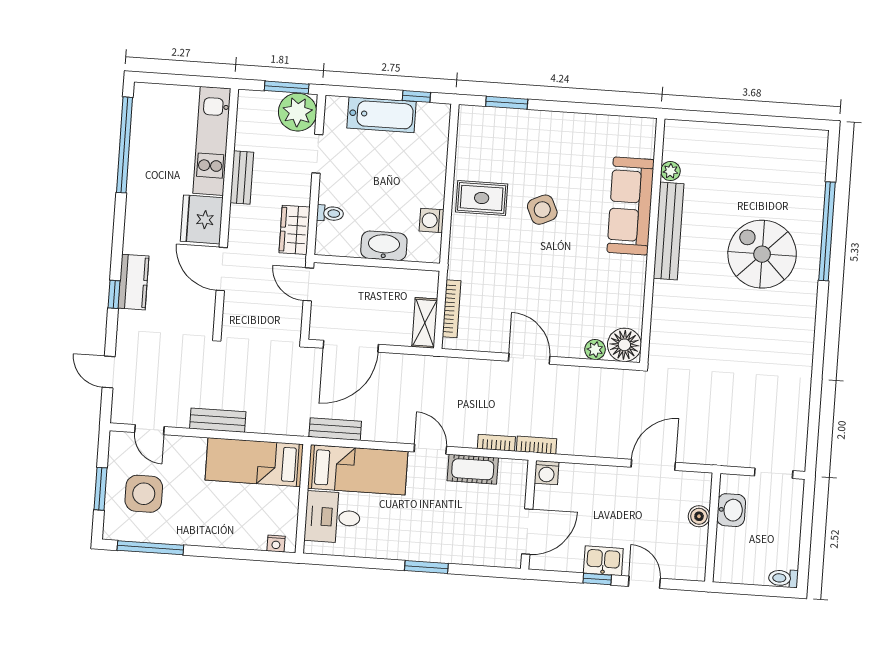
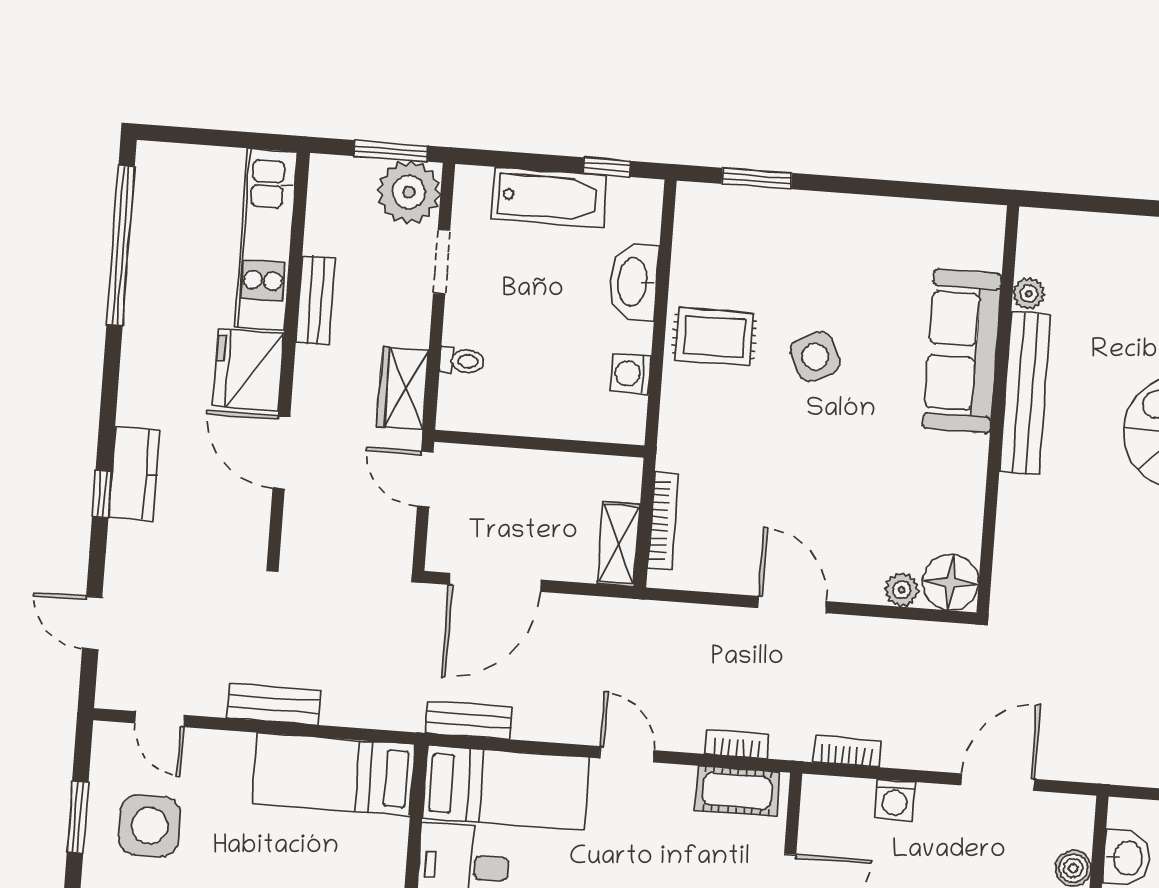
washbasin: (384, 246) -> (634, 282), moved, turned -90
bookcase: (536, 445) -> (847, 752), moved
cot: (473, 469) -> (737, 791), moved
washing machine: (547, 473) -> (895, 800), moved

